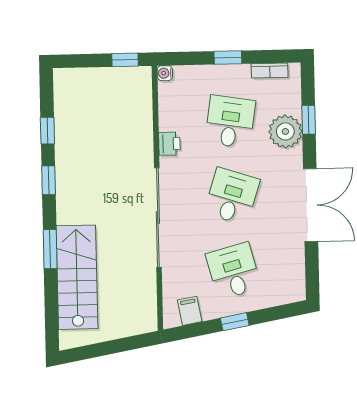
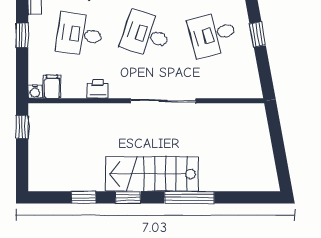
sliding door: (158, 217) -> (163, 101), width x0.73
window: (50, 249) -> (189, 197), width x1.44
stairs: (77, 277) -> (152, 174), moved
filing cabinet: (190, 311) -> (52, 87), moved, turned 100

